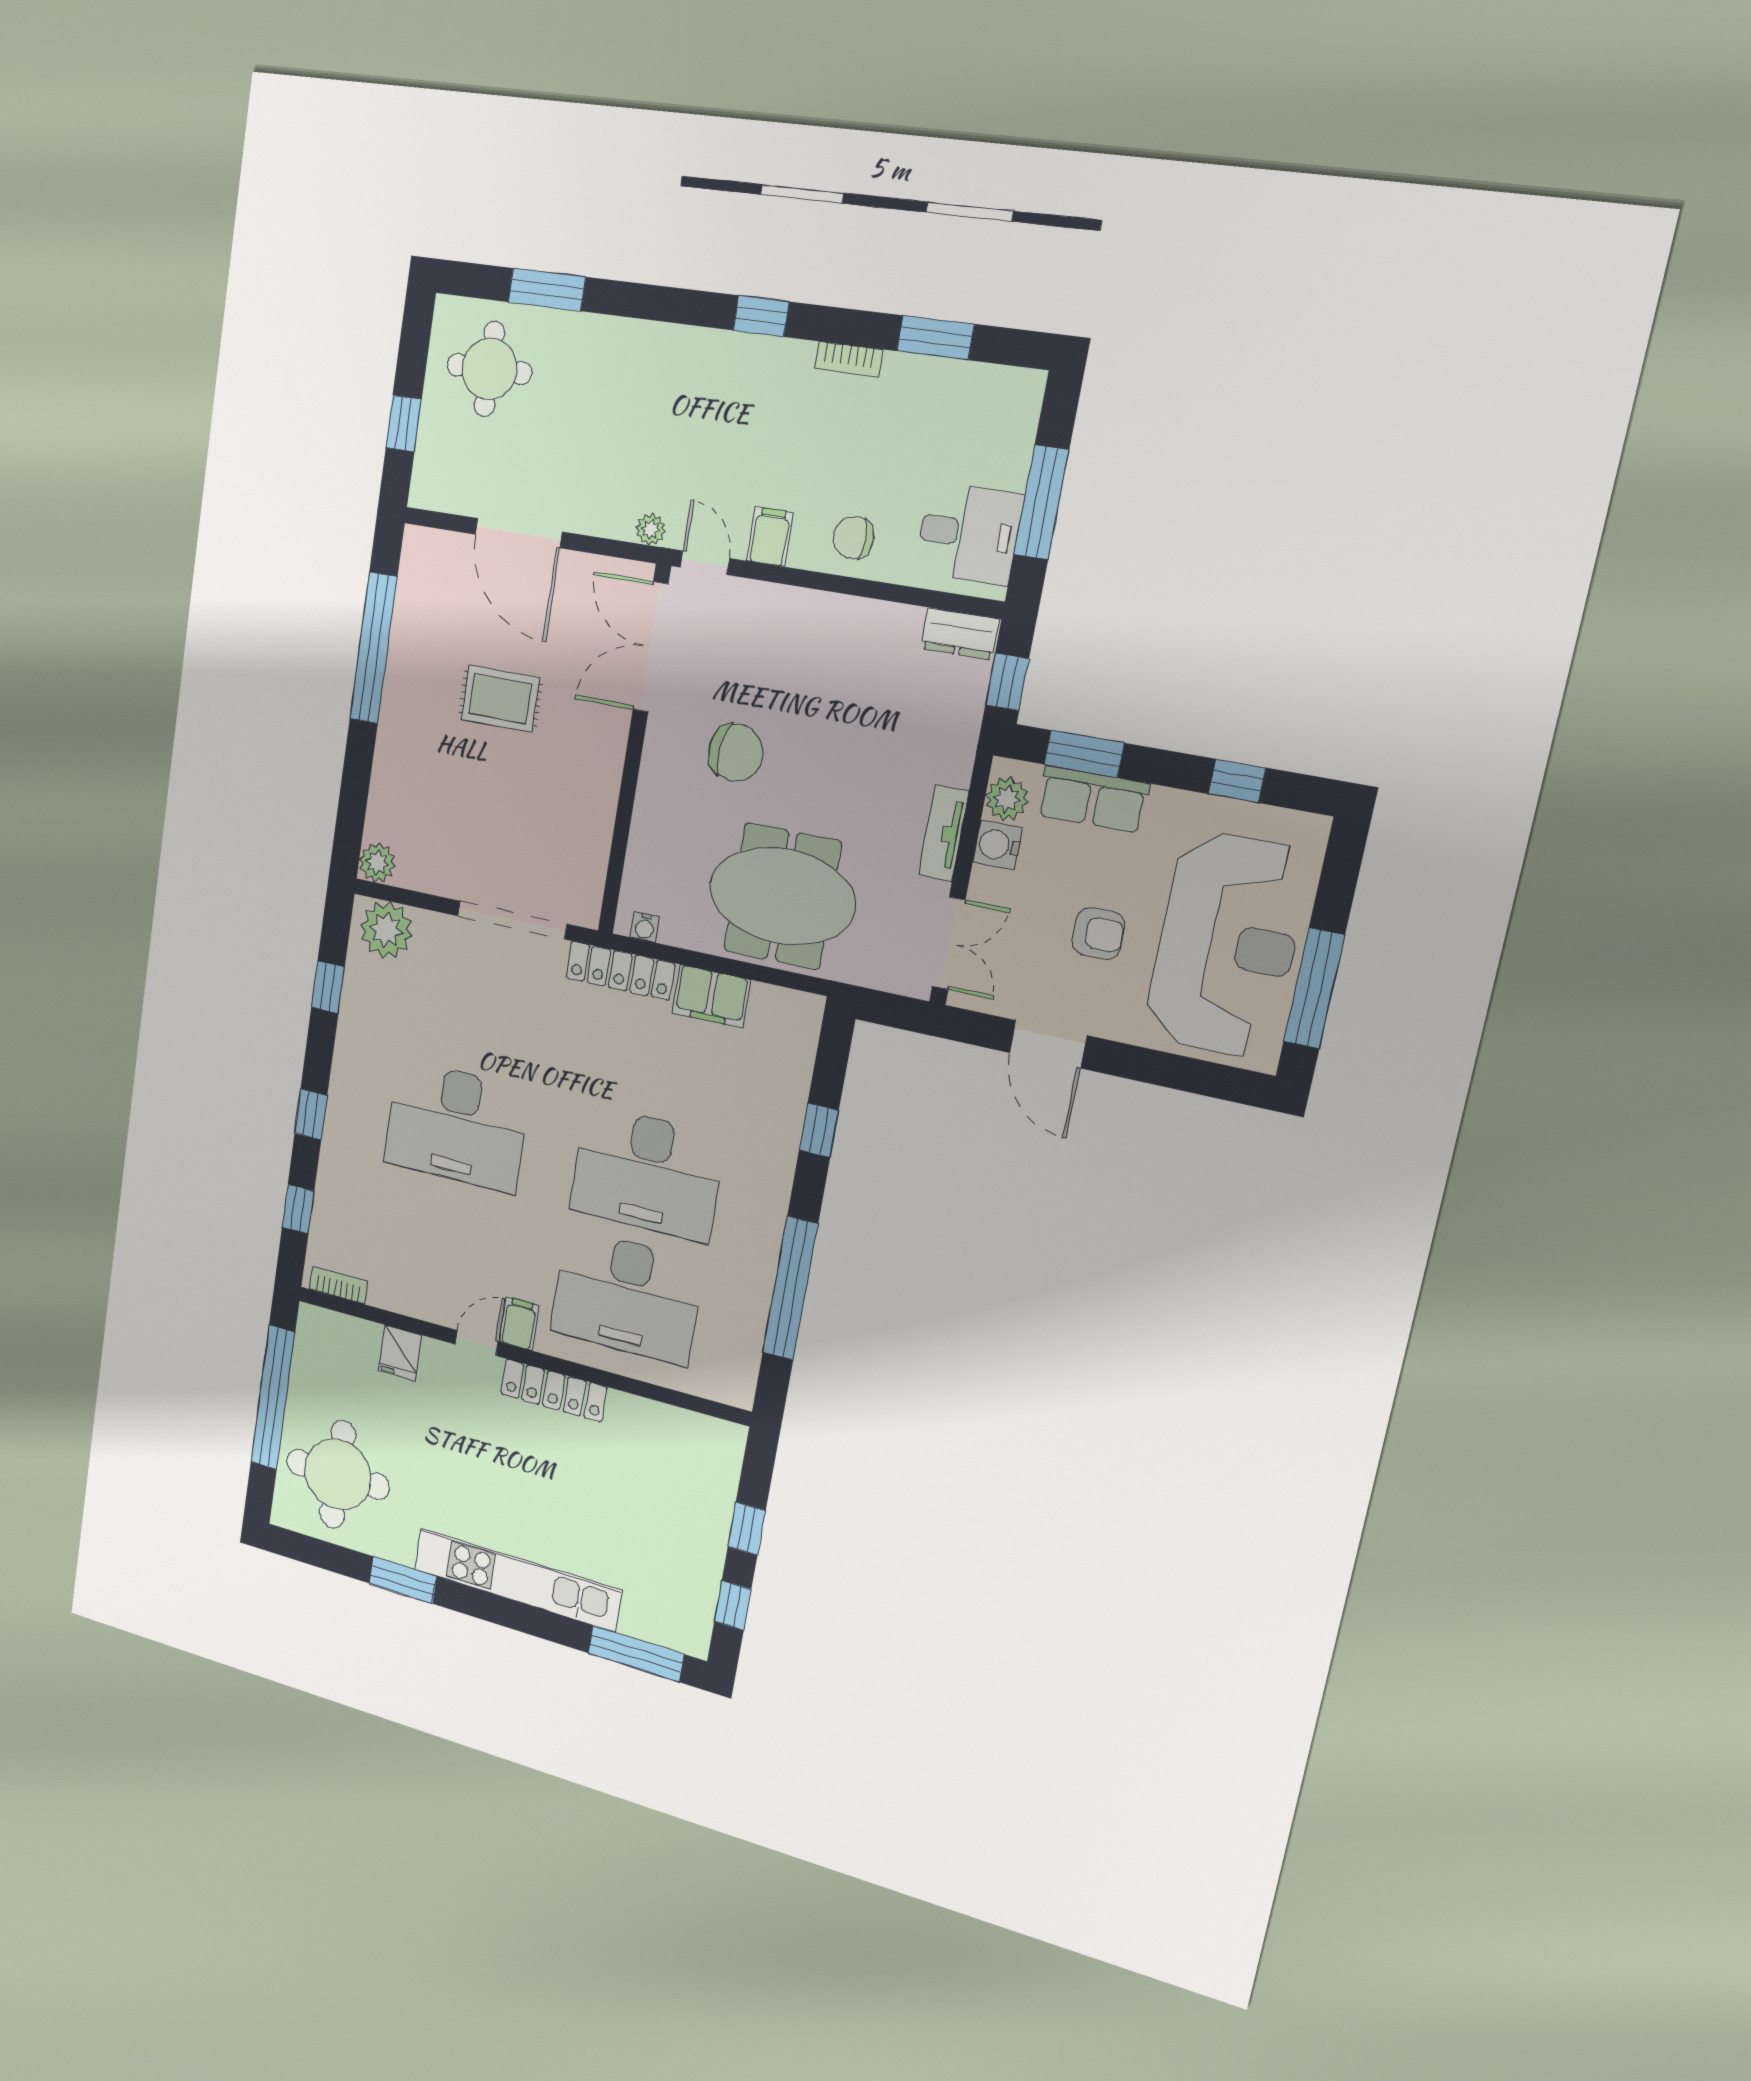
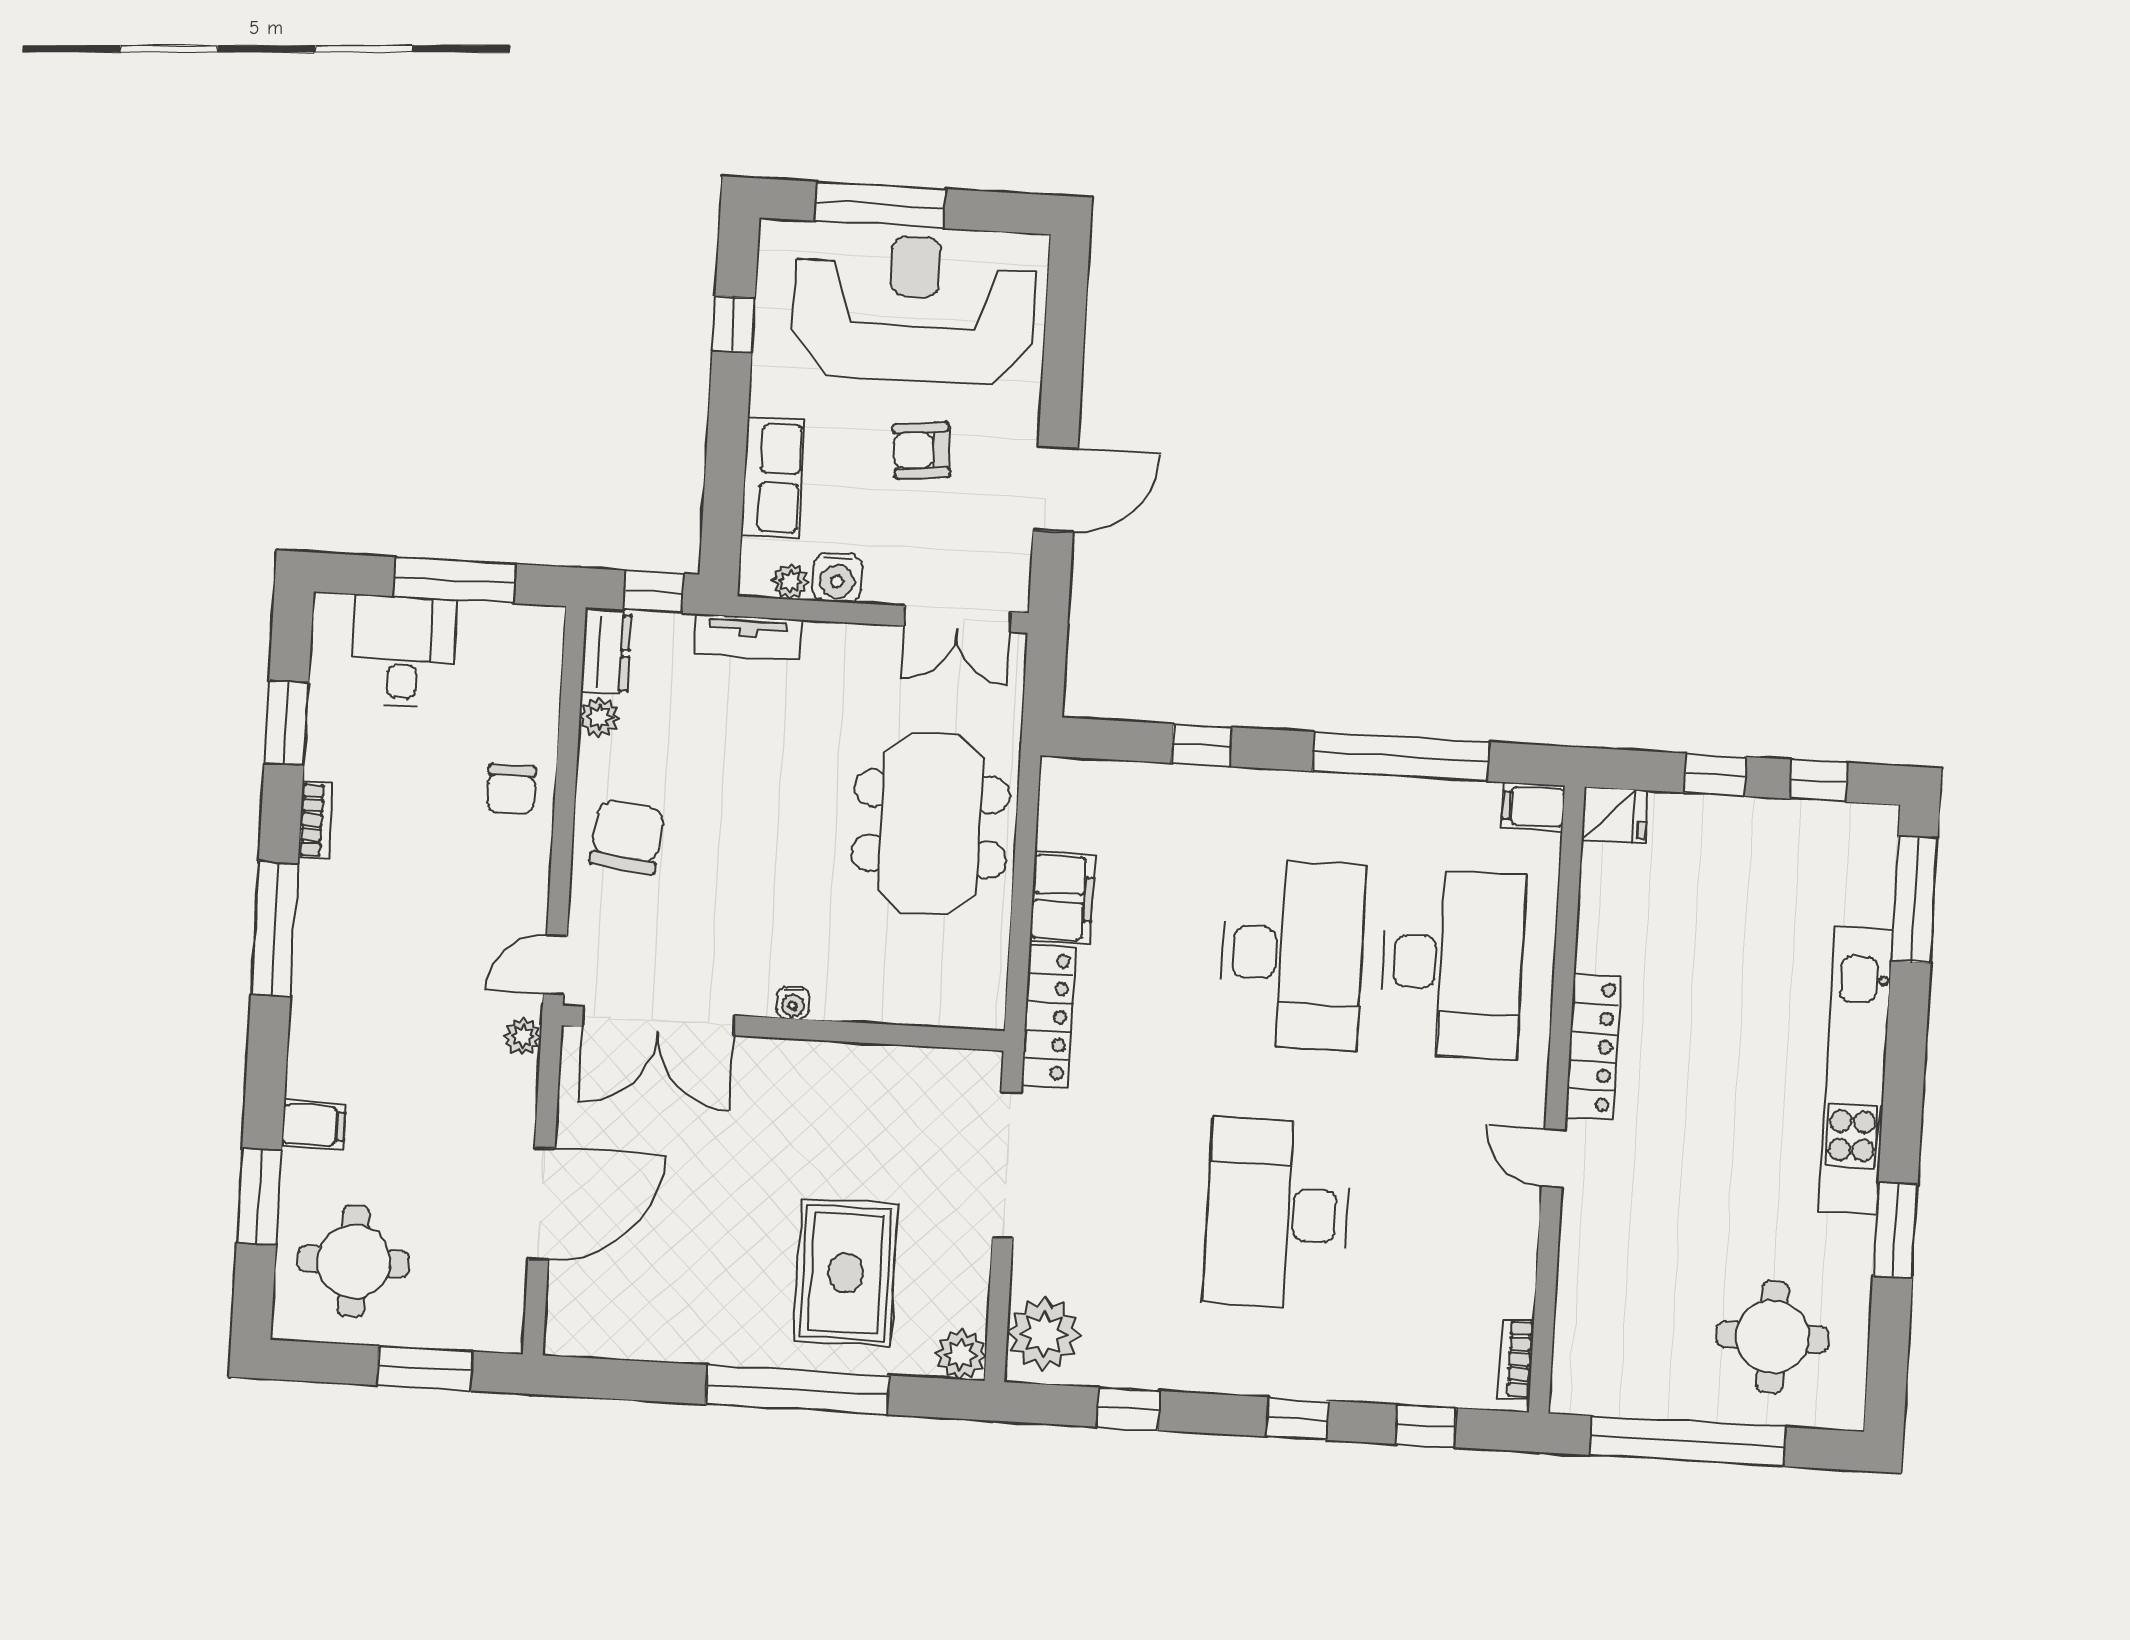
window: (761, 316) -> (274, 929), width x2.17
window: (404, 424) -> (425, 1368), width x1.50
desk: (969, 534) -> (403, 652), moved
filing cabinet: (770, 537) -> (314, 1125), moved, turned 180
plant: (905, 622) -> (599, 717), added
window: (373, 648) -> (797, 1390), moved
rug: (500, 699) -> (846, 1273), moved, width x1.36, depth x1.43
chair: (736, 753) -> (627, 837), moved
window: (1084, 754) -> (724, 495), removed
plant: (1007, 799) -> (790, 581), width x0.73, depth x0.73
tv unit: (944, 833) -> (748, 637), moved
water cooler: (645, 927) -> (793, 1003), moved, turned 90
armchair: (1098, 934) -> (921, 450), turned -95
double door: (949, 943) -> (957, 619), swing flipped
window: (1314, 988) -> (880, 205), moved
desk: (456, 1126) -> (1277, 1214), turned 180
filing cabinet: (519, 1324) -> (1533, 807), moved
fridge: (400, 1353) -> (1615, 815), moved
round table: (338, 1474) -> (1772, 1337), width x0.73, depth x0.73

